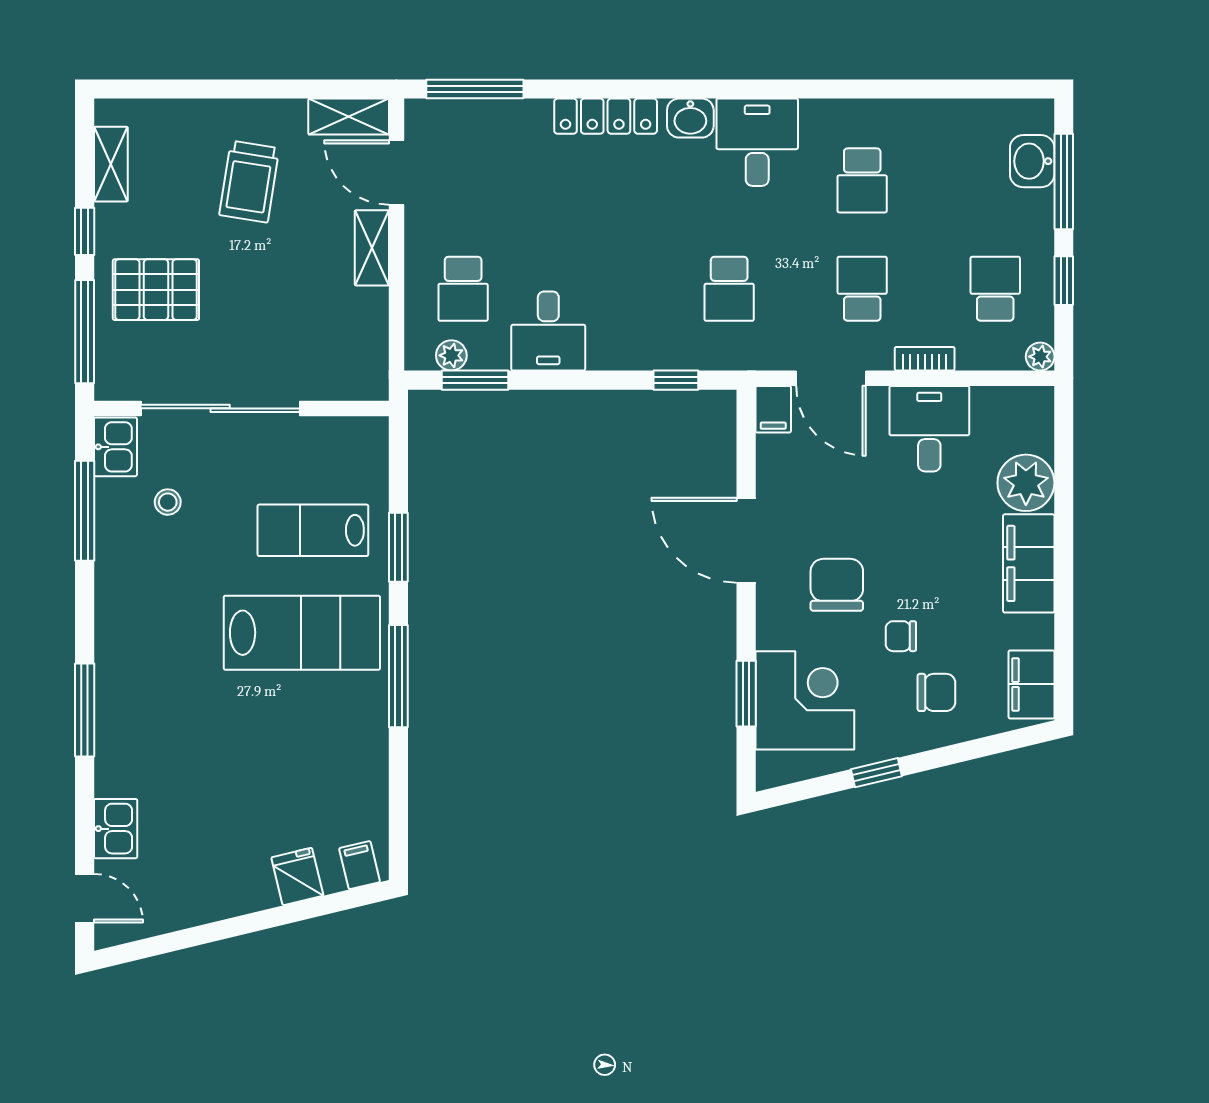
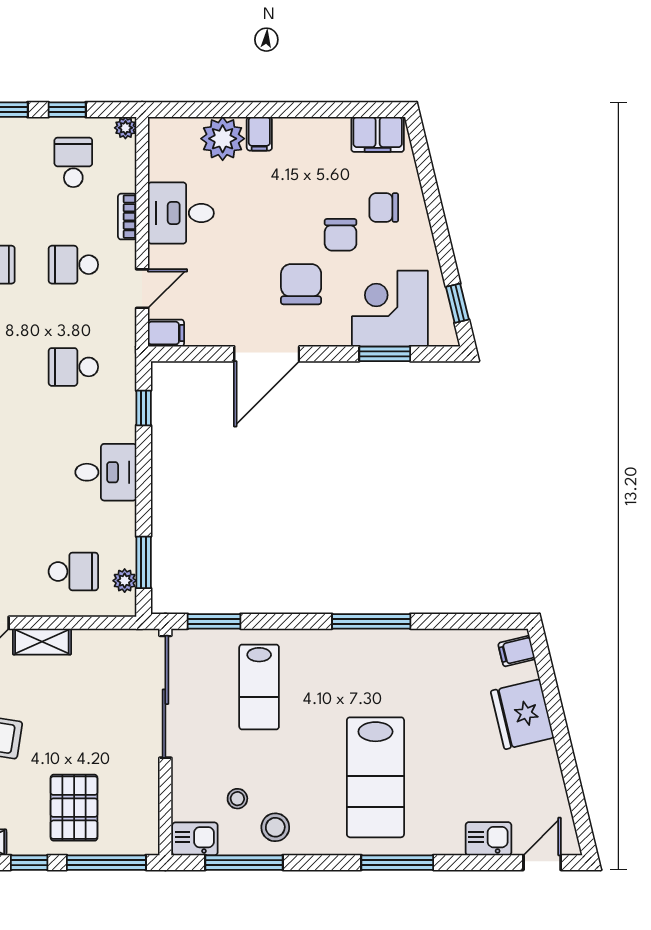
school desk: (729, 289) -> (73, 367), turned 180
school desk: (995, 289) -> (73, 162), turned 90
desk: (548, 331) -> (106, 472), moved
door: (831, 378) -> (142, 289), width x0.73
sliding door: (220, 408) -> (165, 697), moved
window: (398, 547) -> (214, 621), moved
stool: (131, 551) -> (275, 827), added
filing cabinet: (1029, 563) -> (259, 134), width x0.33, depth x0.86
chair: (837, 585) -> (301, 284), turned 90
lab bench: (302, 633) -> (375, 777), moved, turned 180
chair: (901, 636) -> (341, 235), width x1.37, depth x1.37
chair: (936, 692) -> (384, 207), turned -90
window: (876, 773) -> (457, 303), moved
fridge: (297, 876) -> (522, 714), width x1.88, depth x1.34

